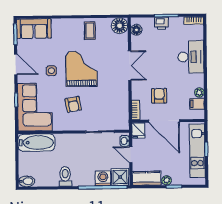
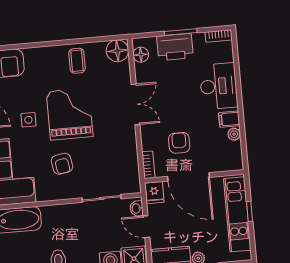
printer: (161, 23) -> (175, 47), width x1.87, depth x1.48
filing cabinet: (197, 104) -> (229, 119), moved

